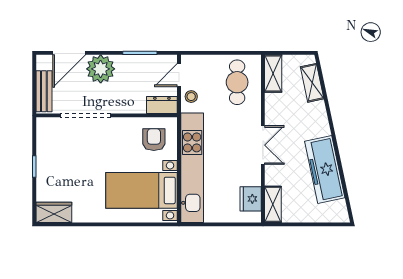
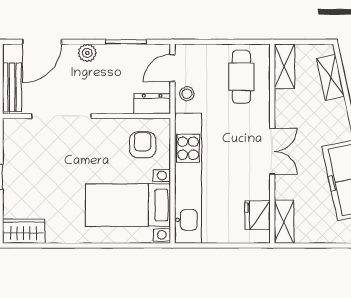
plant: (101, 69) -> (87, 53), width x0.53, depth x0.53

